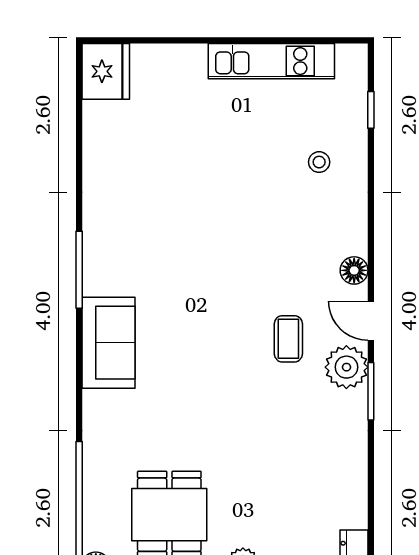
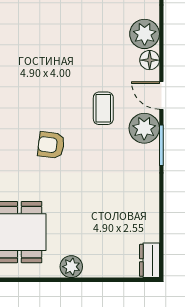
plant: (347, 233) -> (145, 34), added
armchair: (214, 391) -> (51, 145), added

